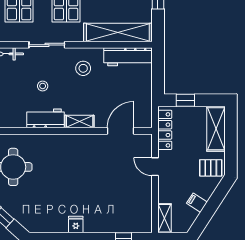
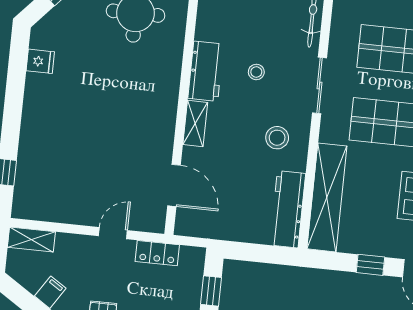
locker: (165, 130) -> (157, 253), width x0.66
fridge: (76, 225) -> (40, 61), moved

